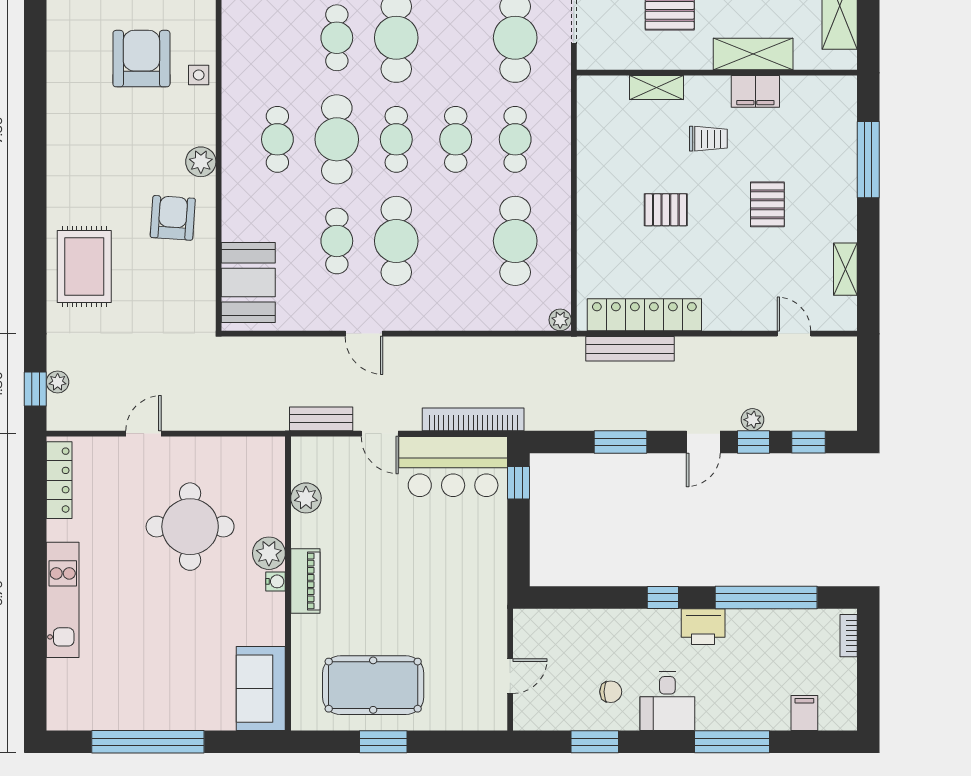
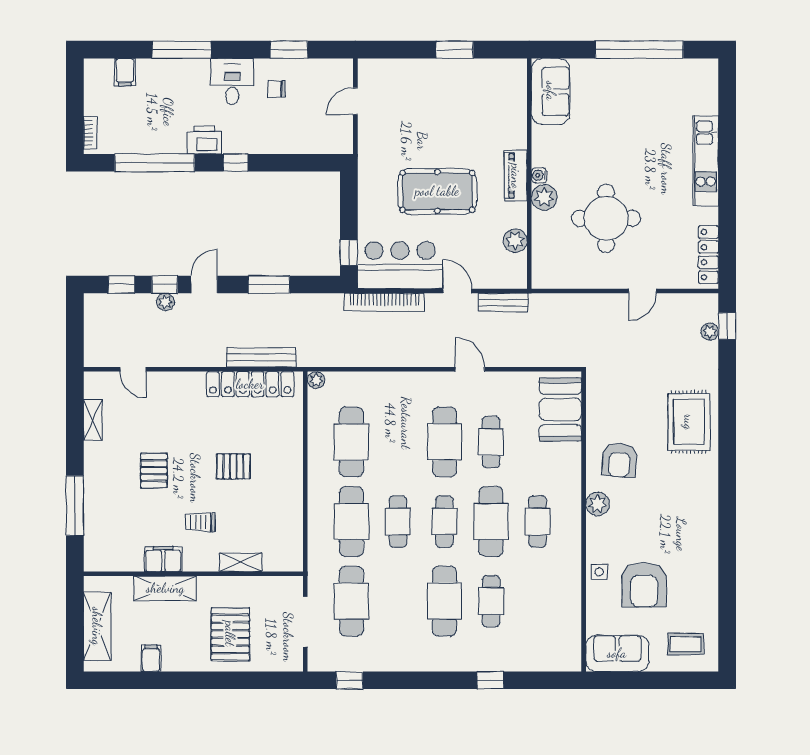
cafe table: (515, 139) -> (351, 522), width x1.37, depth x1.35
pool table: (373, 685) -> (437, 191), moved

